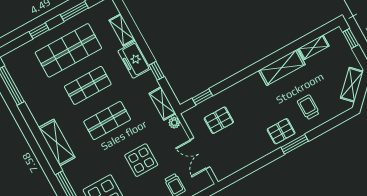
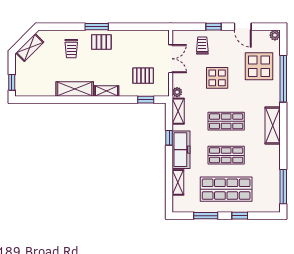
shelving: (314, 47) -> (106, 91), moved
freezer: (134, 60) -> (181, 150), width x1.40

